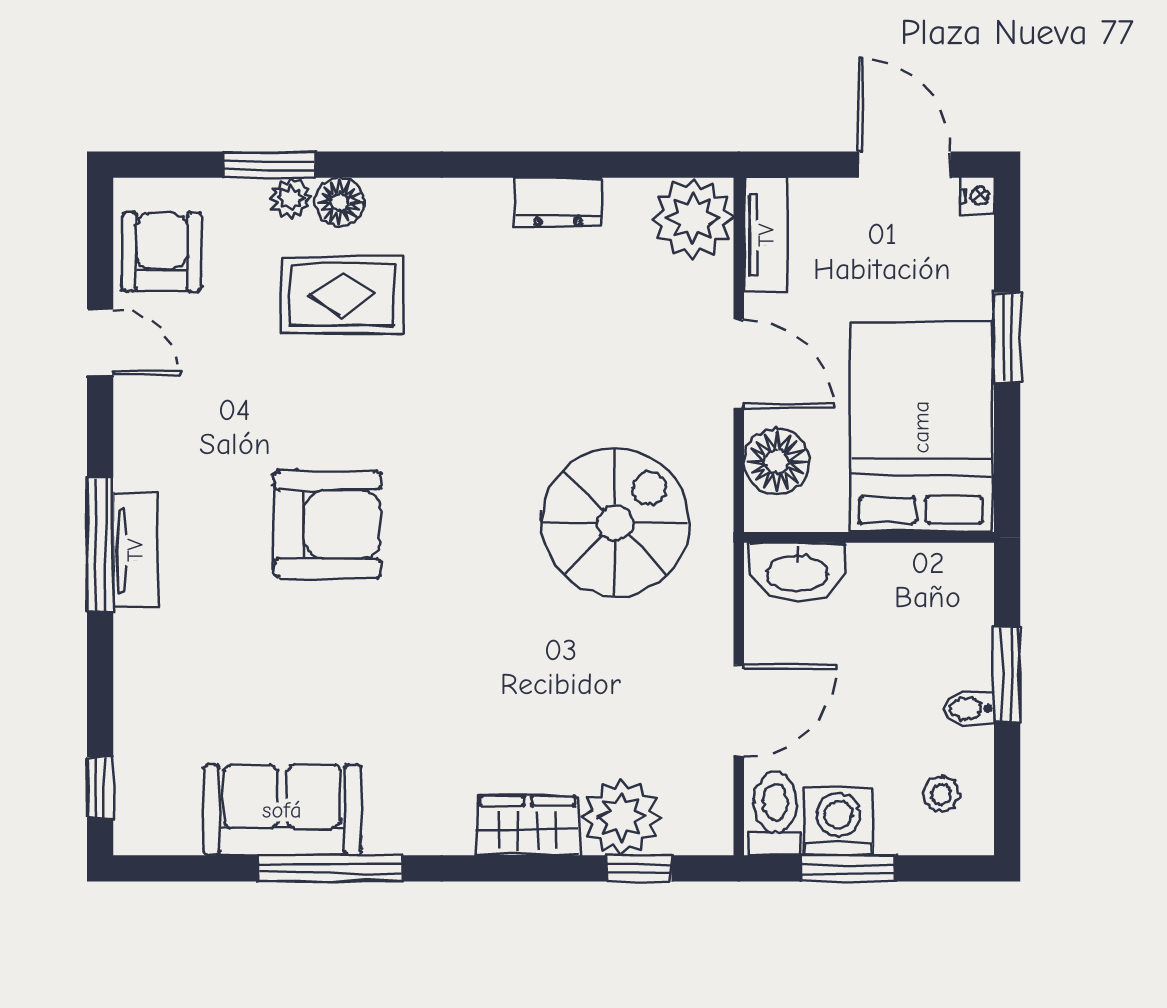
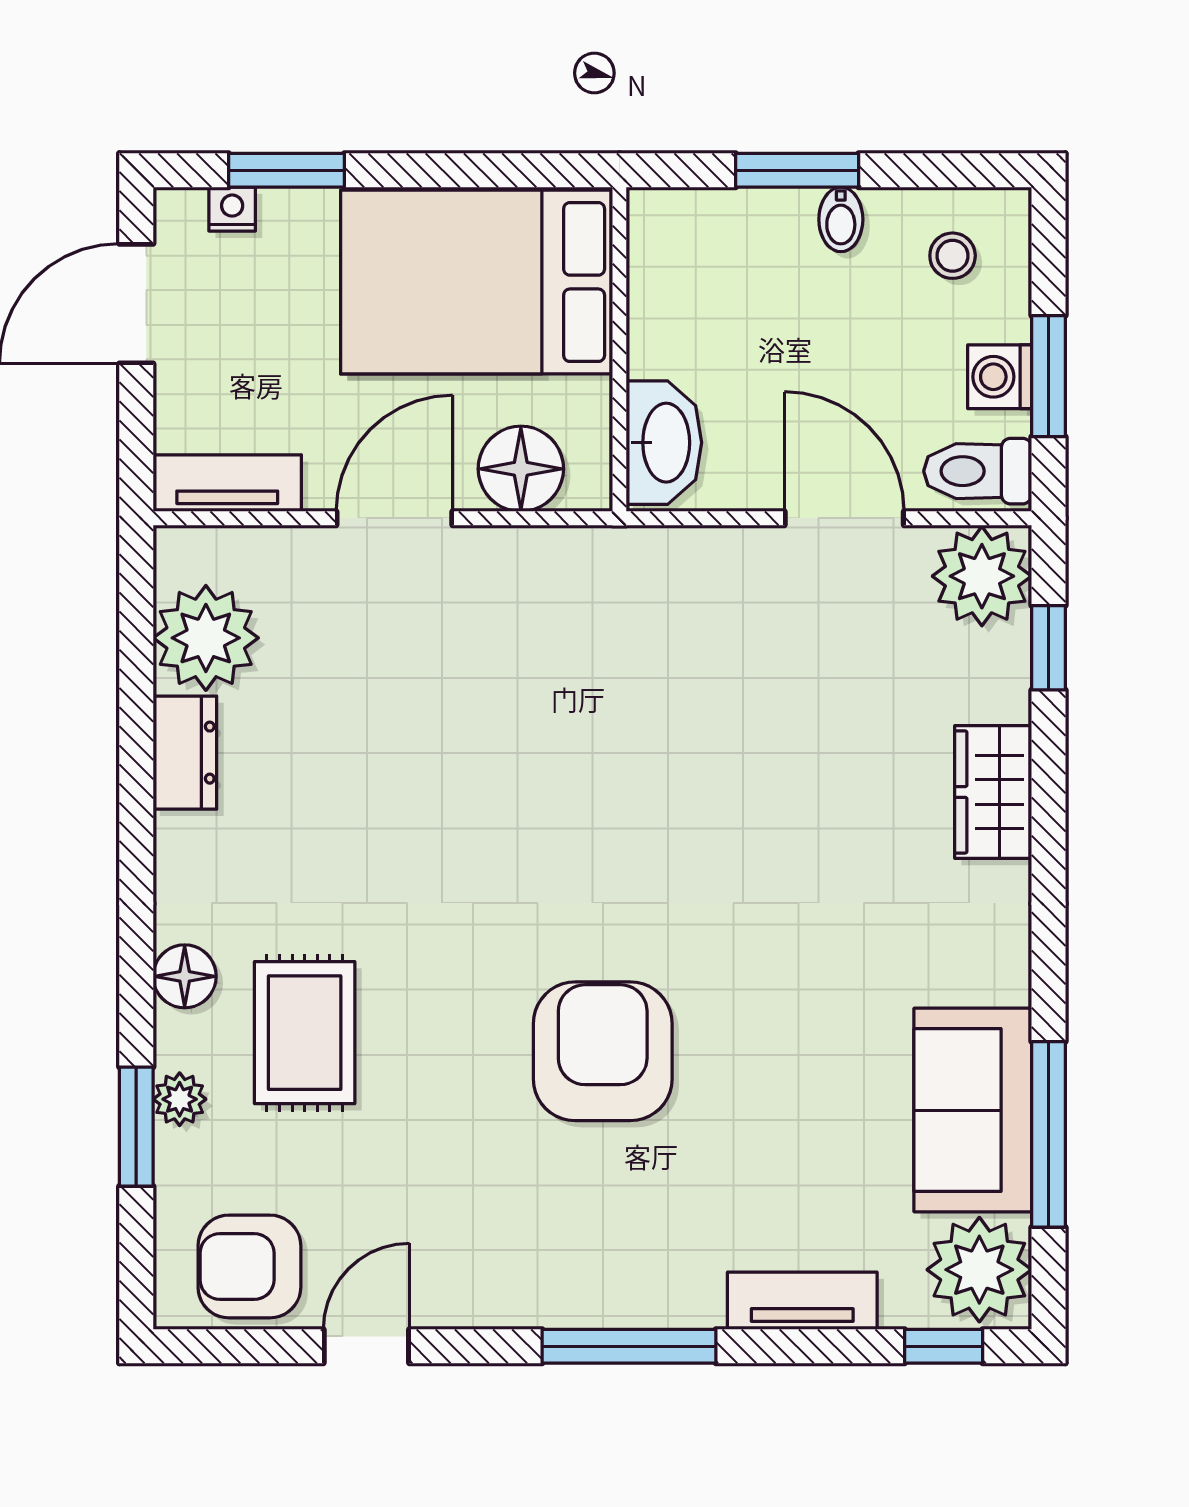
nightstand: (977, 196) -> (232, 209), moved
floor lamp: (340, 202) -> (185, 976), moved
plant: (693, 218) -> (206, 638), moved
window: (1007, 338) -> (286, 170), moved
spiral stairs: (615, 522) -> (600, 678), removed
tv unit: (135, 550) -> (802, 1301), moved
plant: (159, 815) -> (979, 1270), added
plant: (621, 817) -> (982, 576), moved
washing machine: (839, 821) -> (1000, 377), width x0.73, depth x0.73
window: (330, 868) -> (1049, 1134), moved

